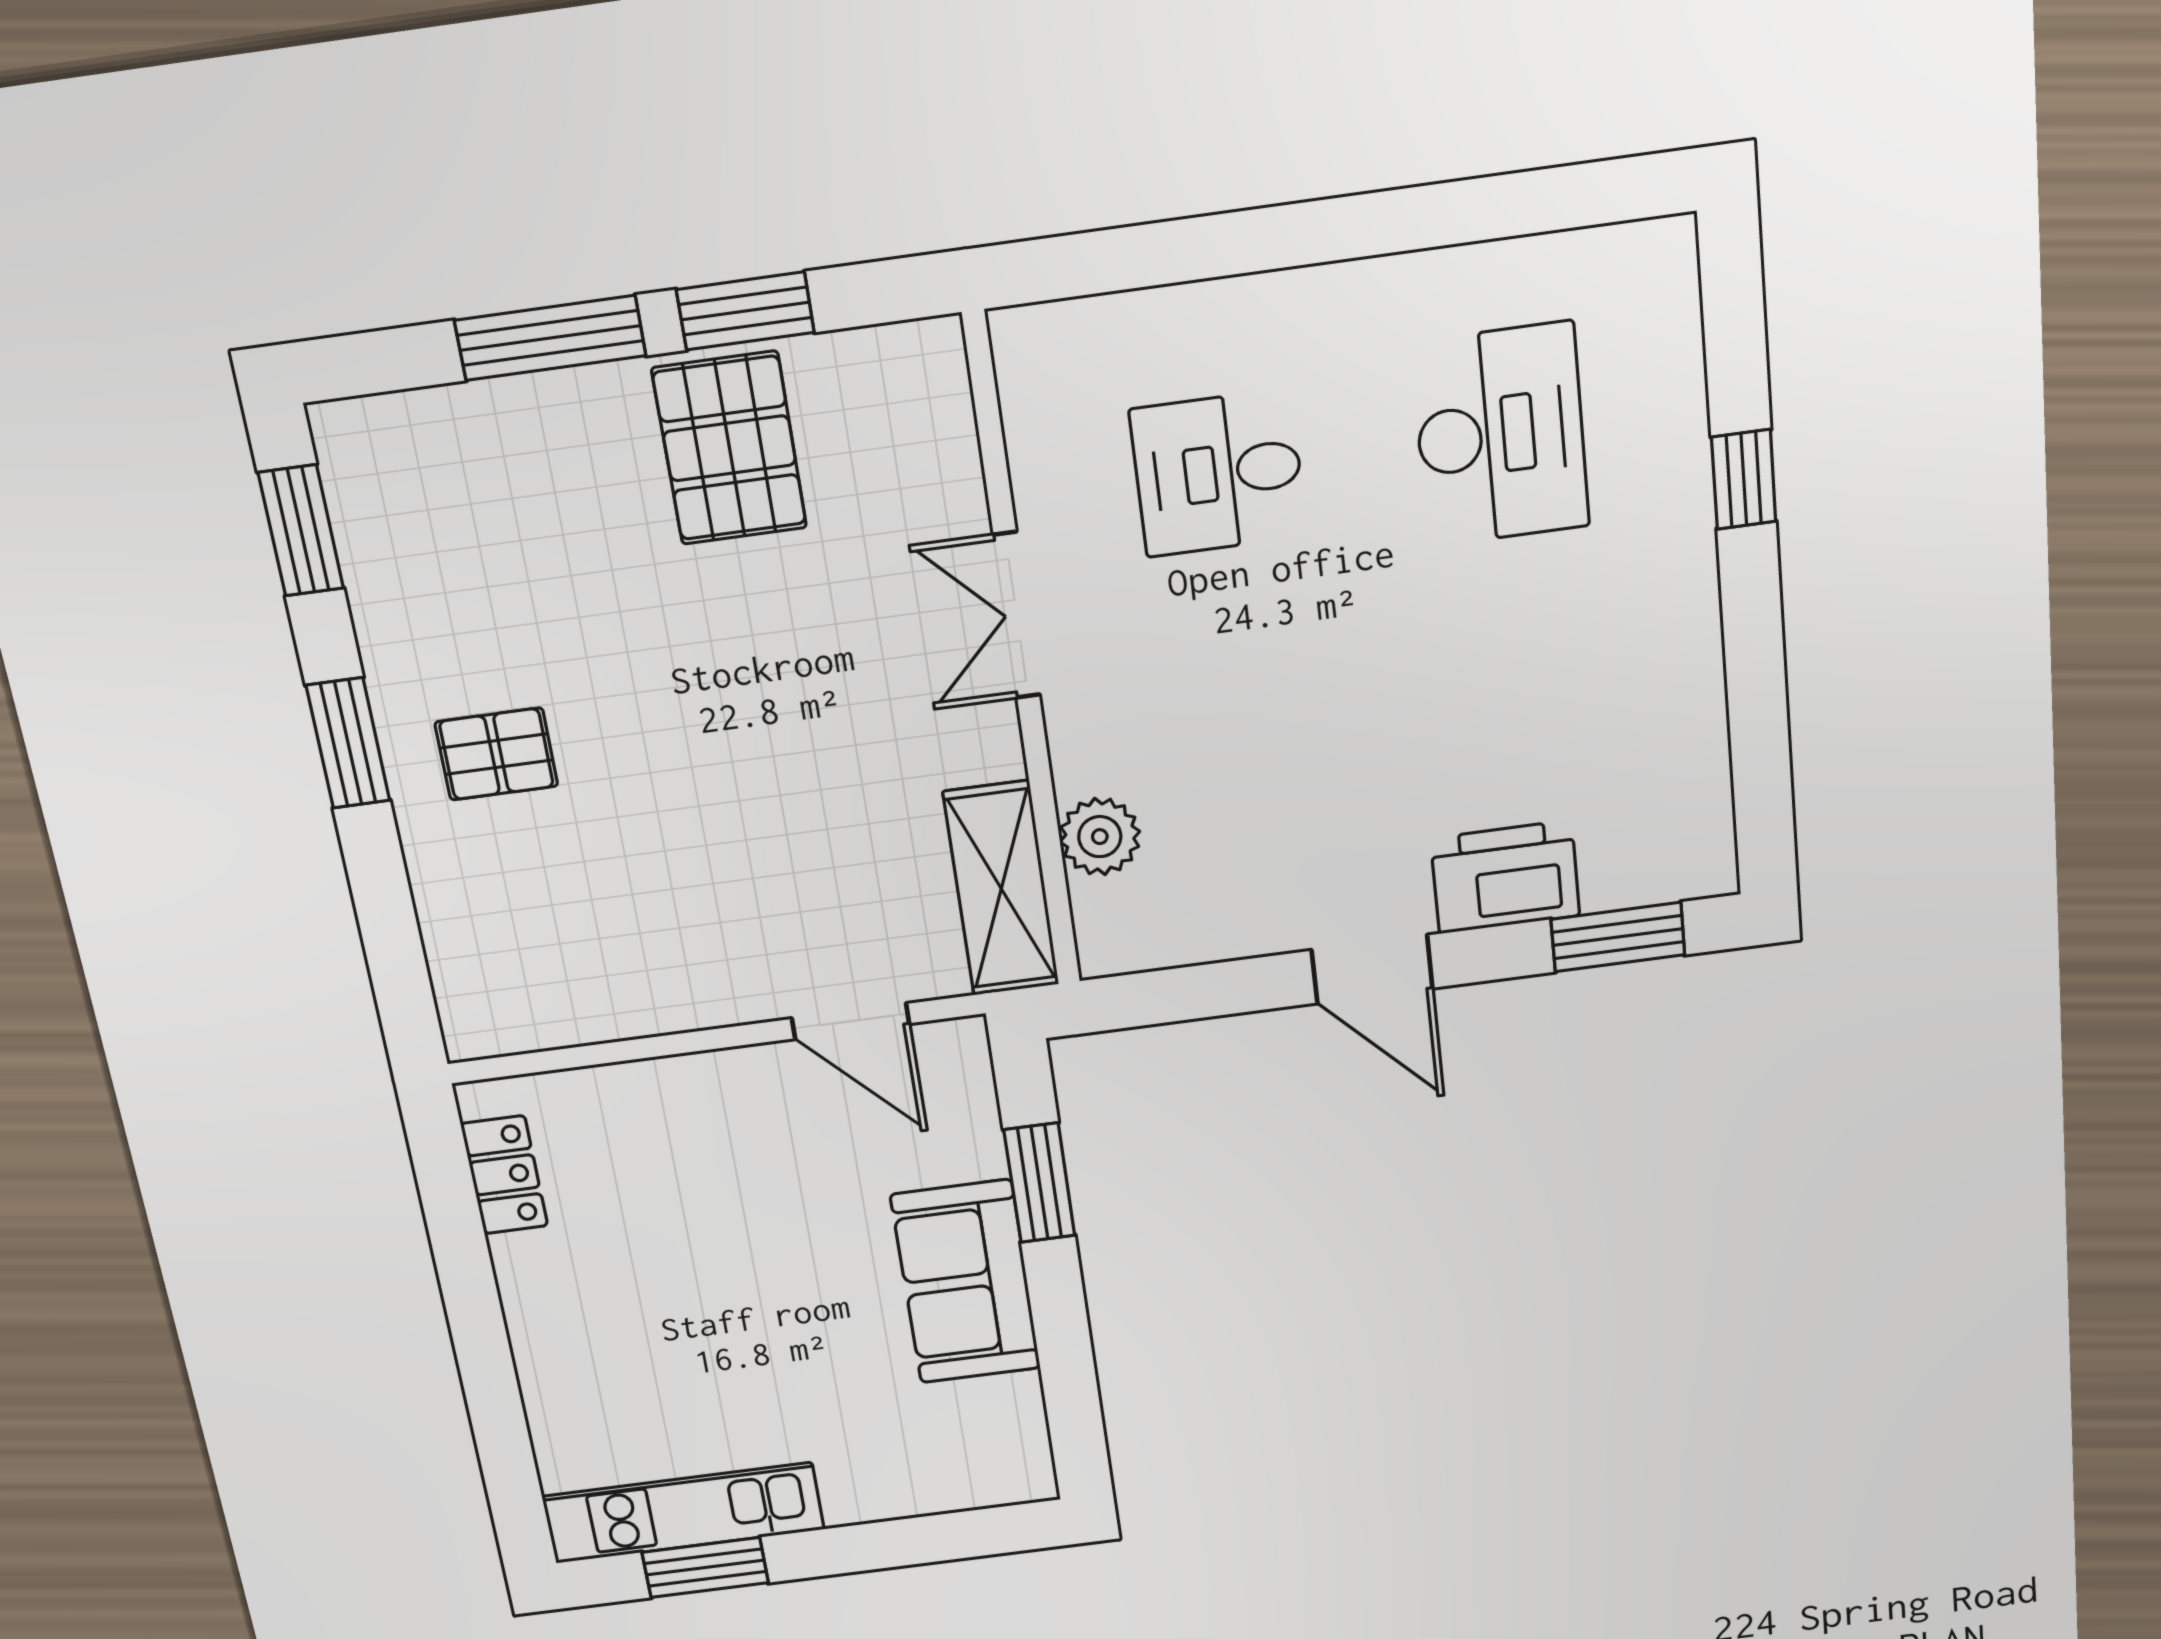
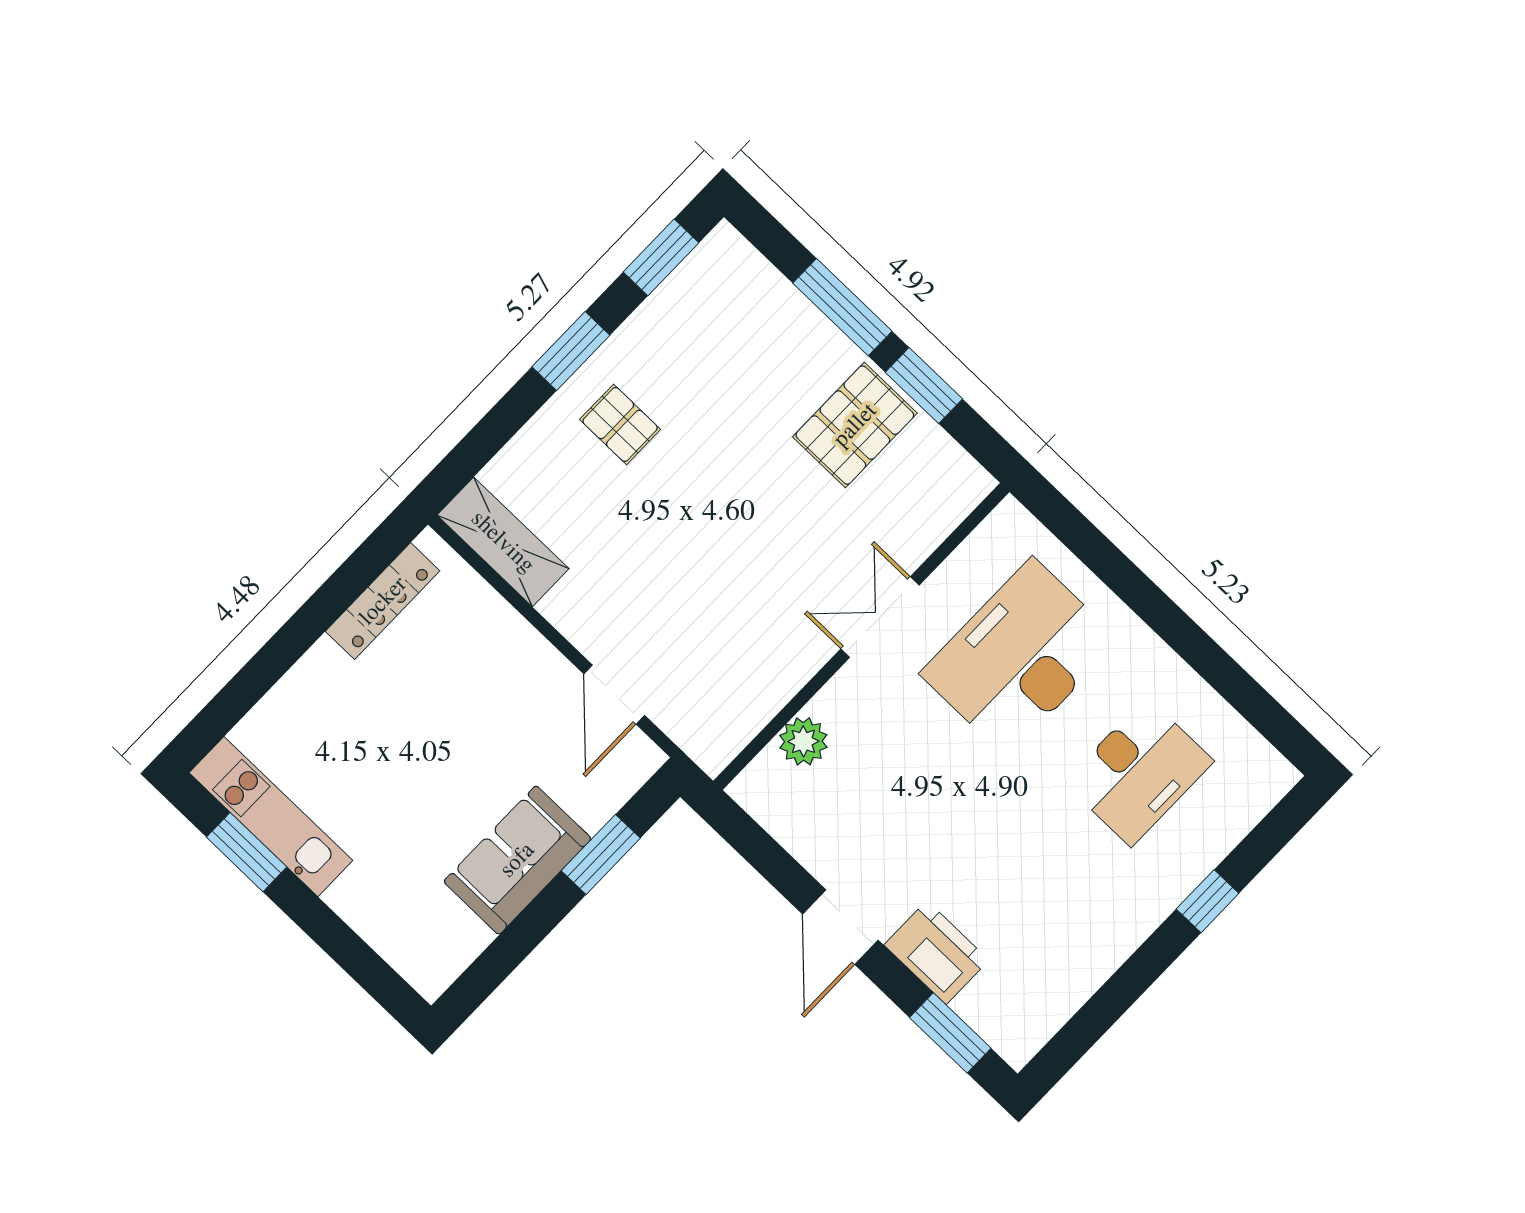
desk: (1218, 473) -> (1020, 657), width x1.87, depth x1.30
shelving: (1001, 889) -> (503, 542), moved, turned 90
locker: (504, 1175) -> (383, 601), width x1.53

